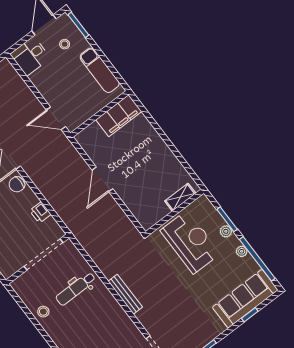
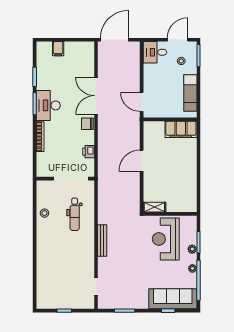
shelving: (180, 197) -> (154, 207), moved
reception desk: (190, 242) -> (166, 239), turned 180
dental chair: (76, 289) -> (75, 214), turned -90

